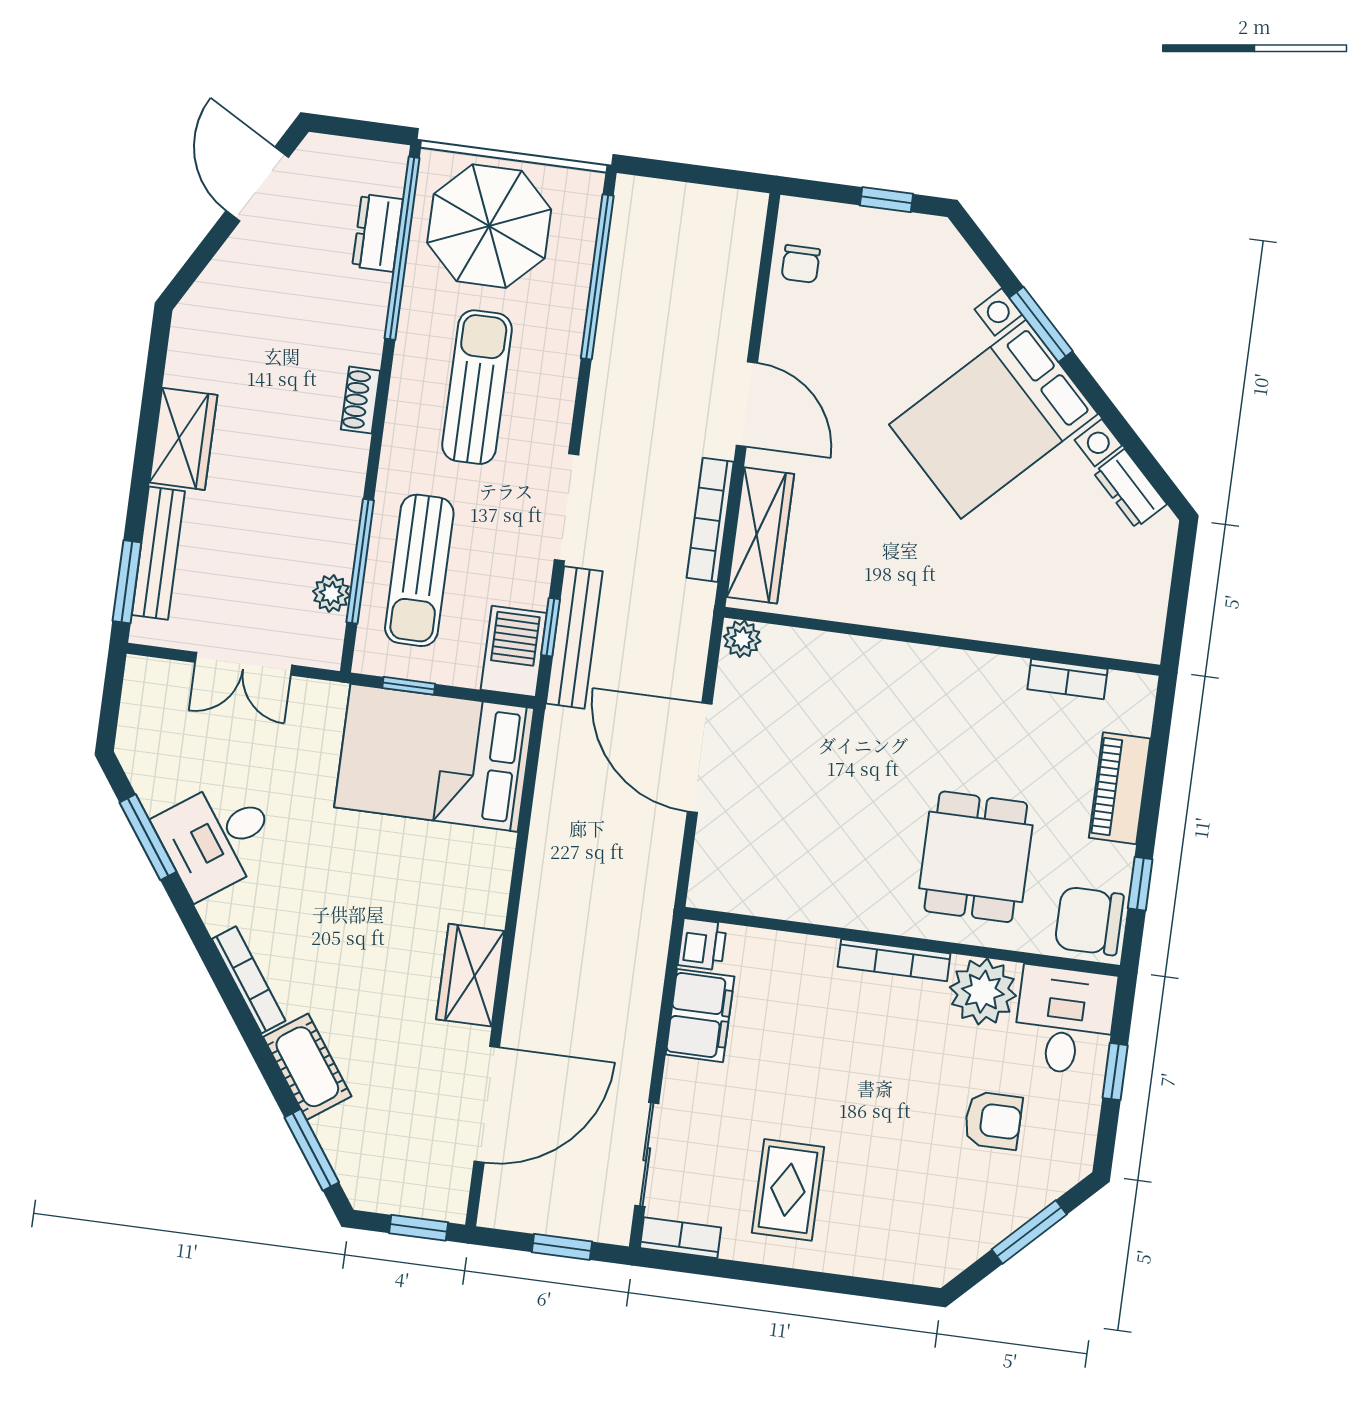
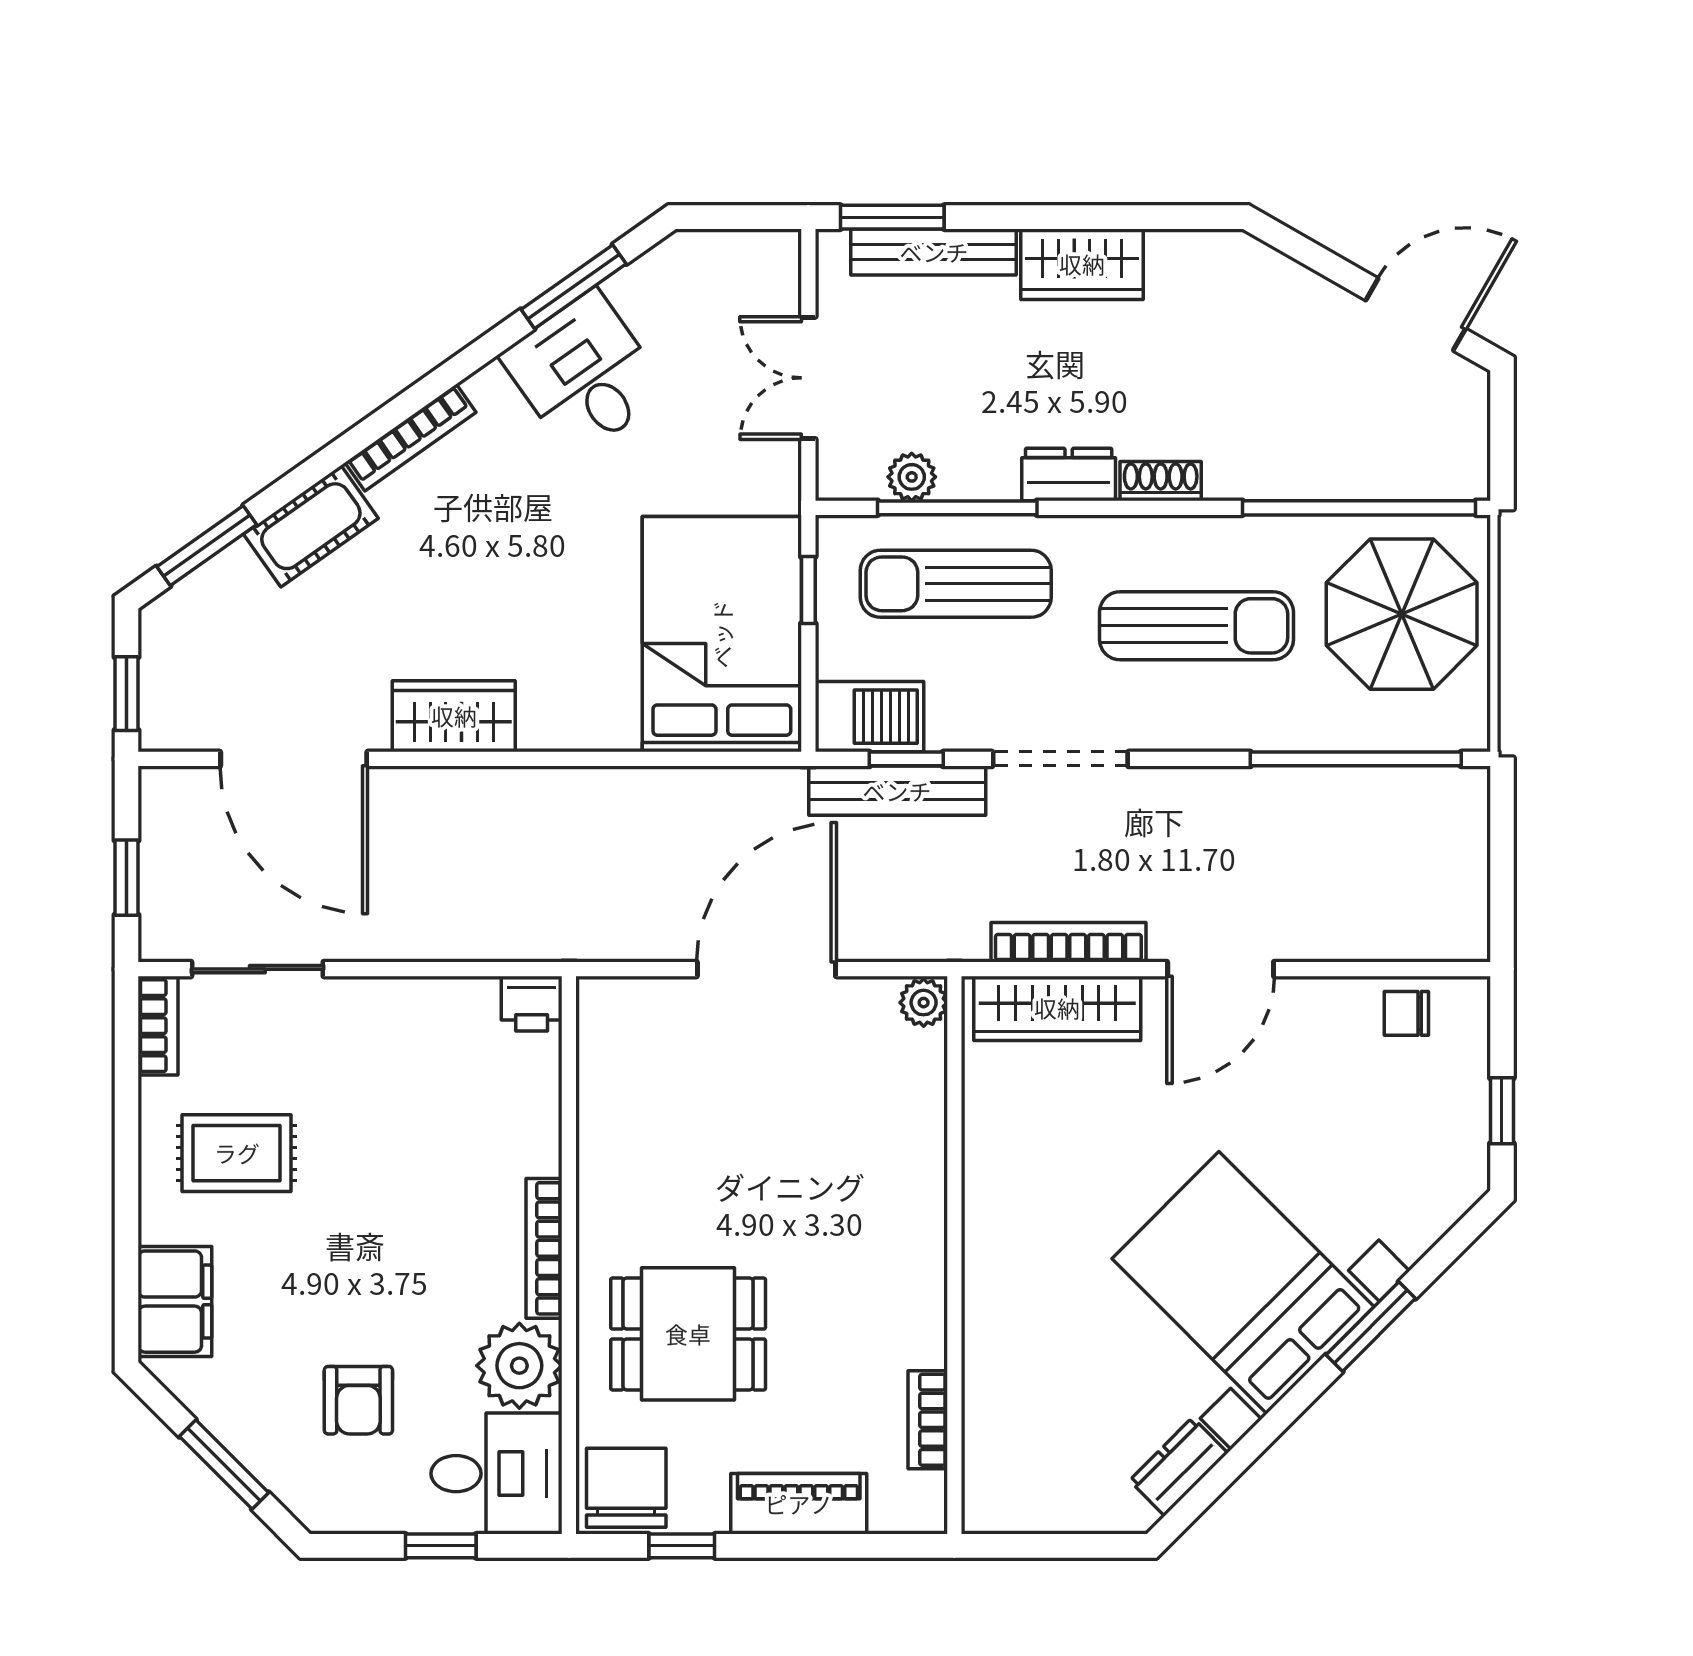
dresser: (378, 233) -> (1069, 474), moved
filing cabinet: (700, 1016) -> (175, 1302), moved, turned -90

